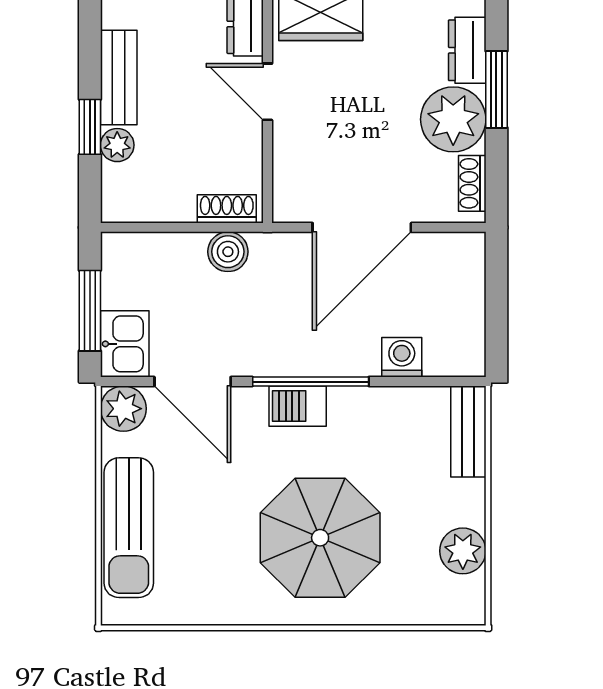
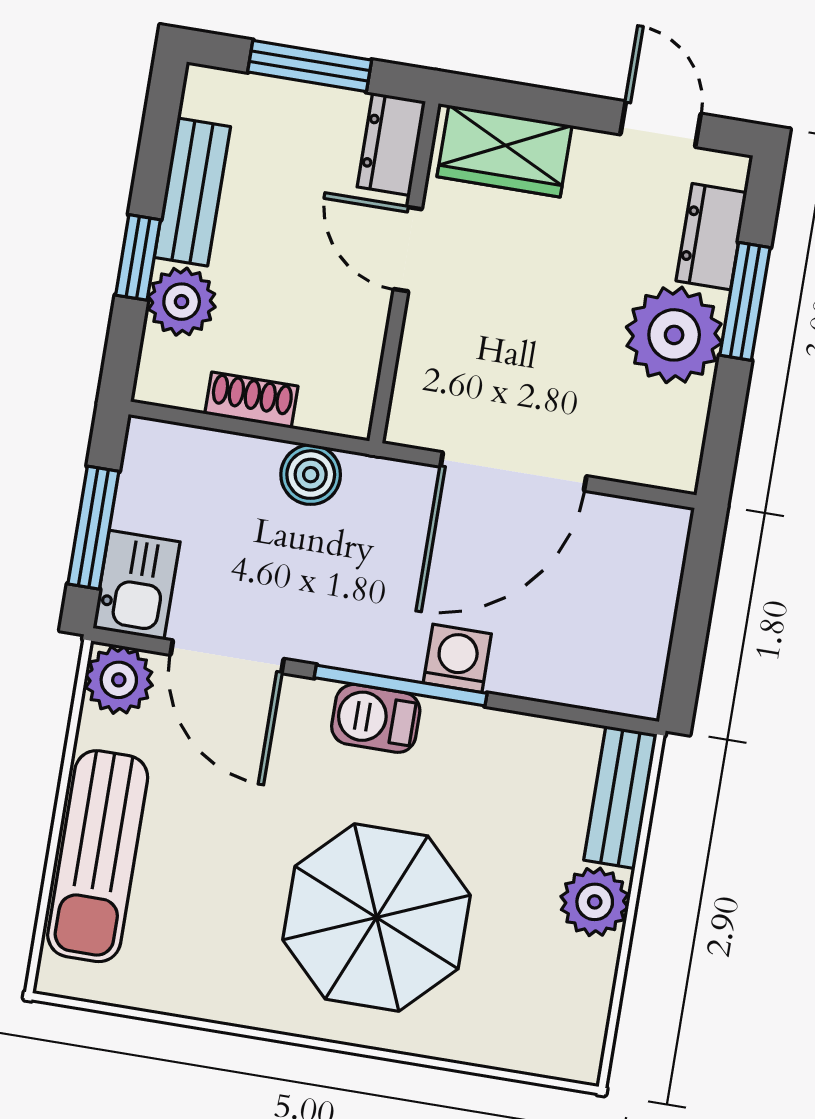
plant: (117, 145) -> (182, 302), width x1.38, depth x1.38
shoe rack: (472, 183) -> (686, 434), removed
shoe rack: (227, 209) -> (251, 400), moved
washing machine: (402, 357) -> (457, 658), moved
plant: (463, 551) -> (595, 902), moved

